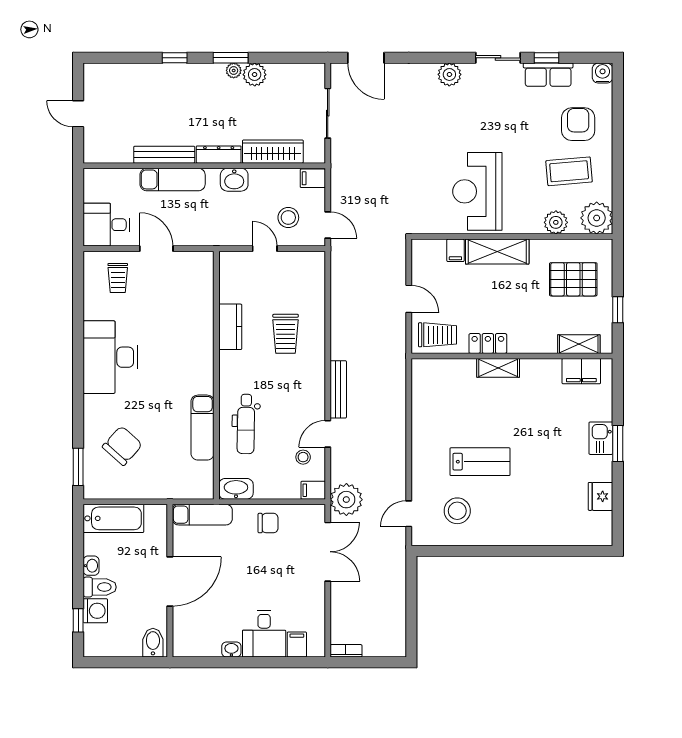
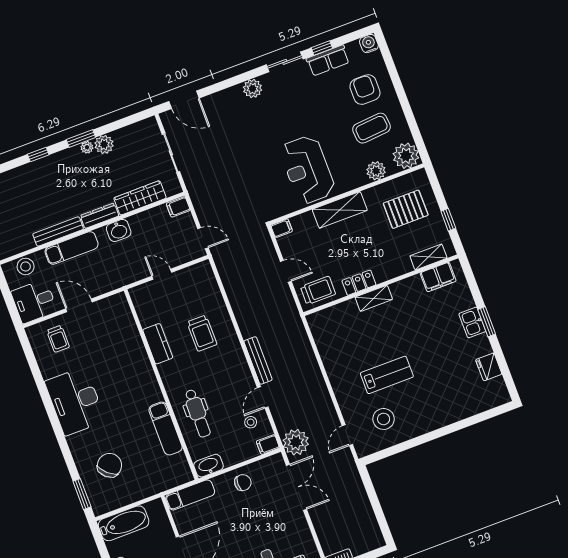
stool: (288, 218) -> (26, 266), moved
filing cabinet: (455, 250) -> (282, 228), moved, turned -90

